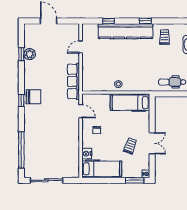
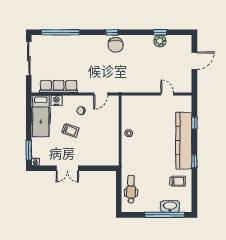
row of seats: (73, 81) -> (59, 87), moved
hospital bed: (130, 103) -> (110, 145), removed
trolley: (130, 146) -> (70, 130), moved

